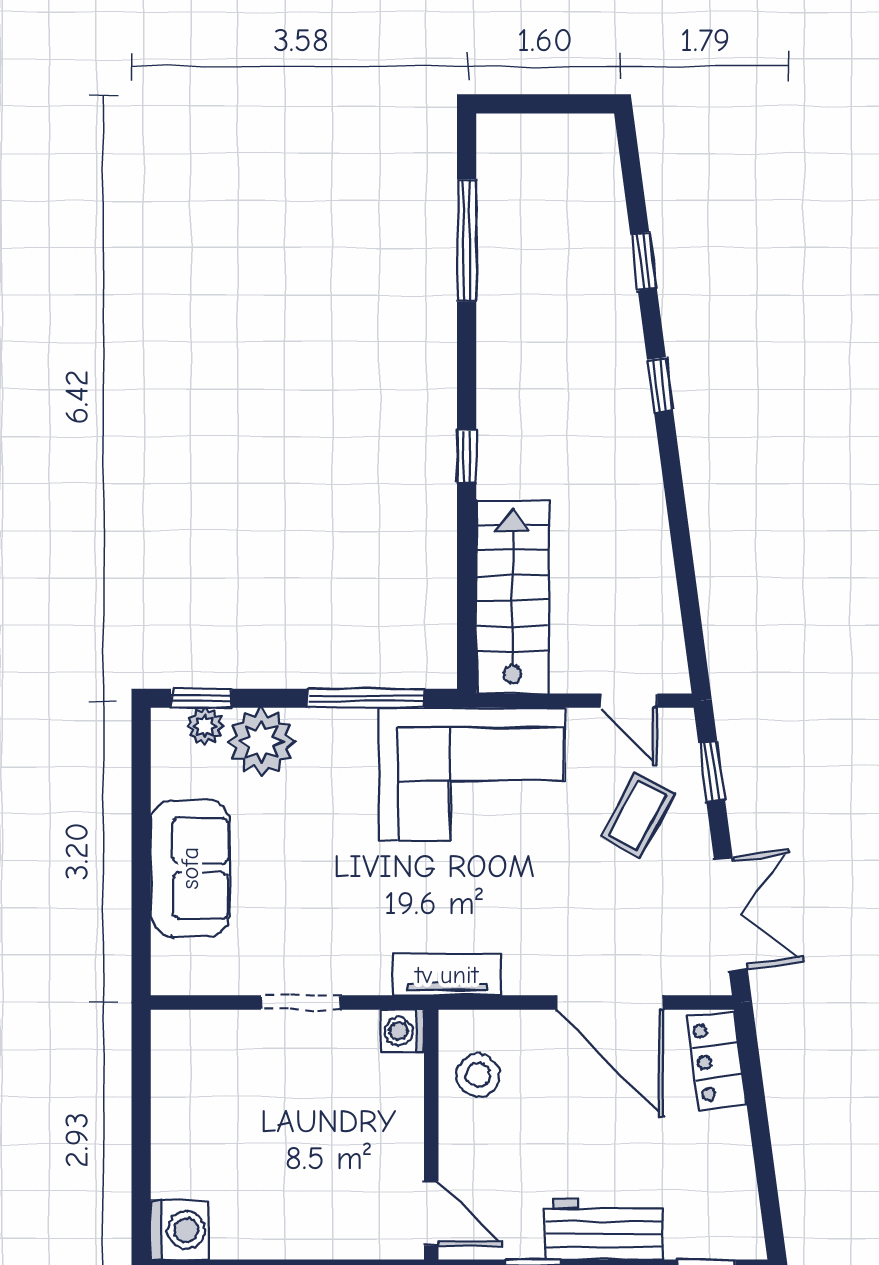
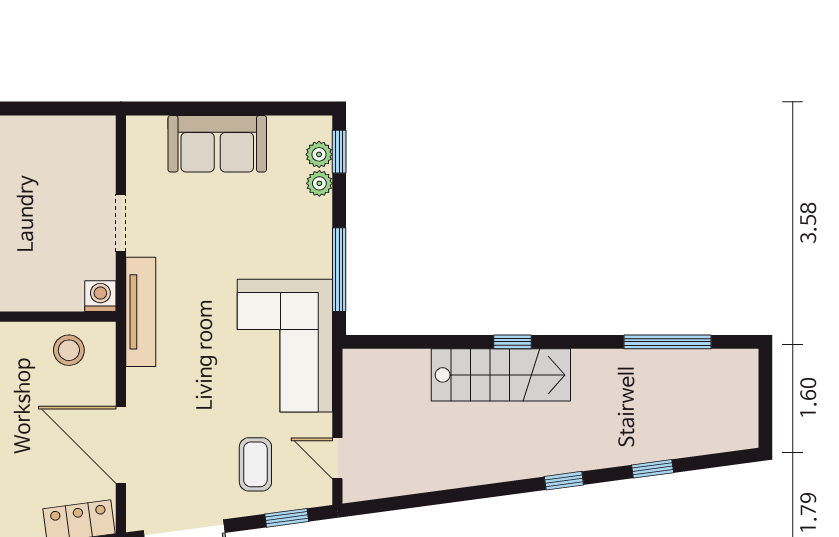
stairs: (513, 597) -> (501, 375), moved
door: (629, 701) -> (337, 458), hinge flipped
plant: (261, 742) -> (319, 183), width x0.53, depth x0.53
coffee table: (637, 815) -> (255, 464), turned 62
tv unit: (447, 975) -> (141, 312), width x1.41
door: (610, 1003) -> (121, 445), hinge flipped

